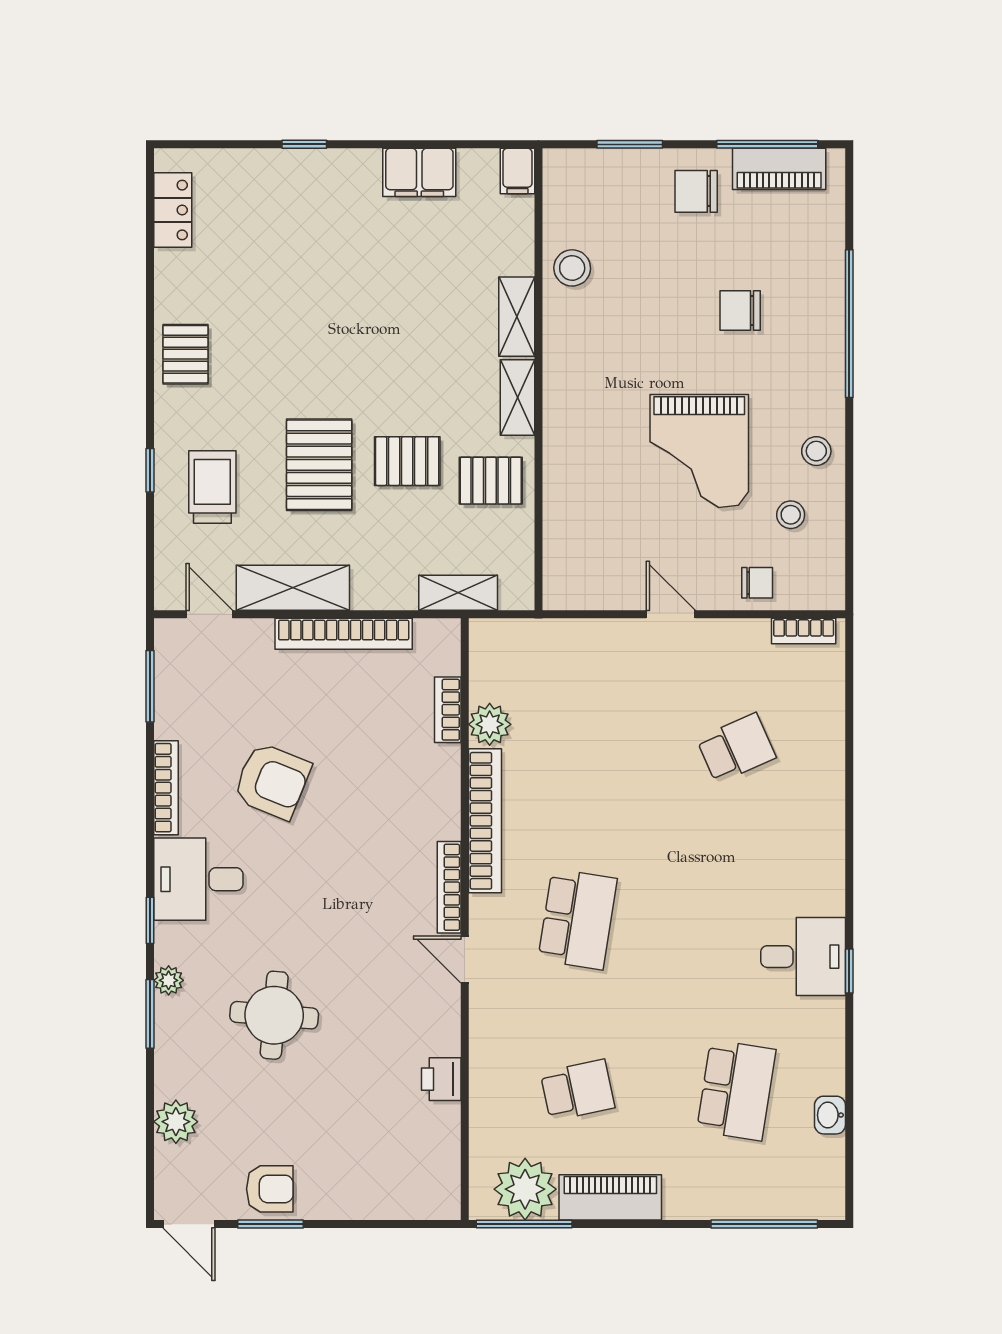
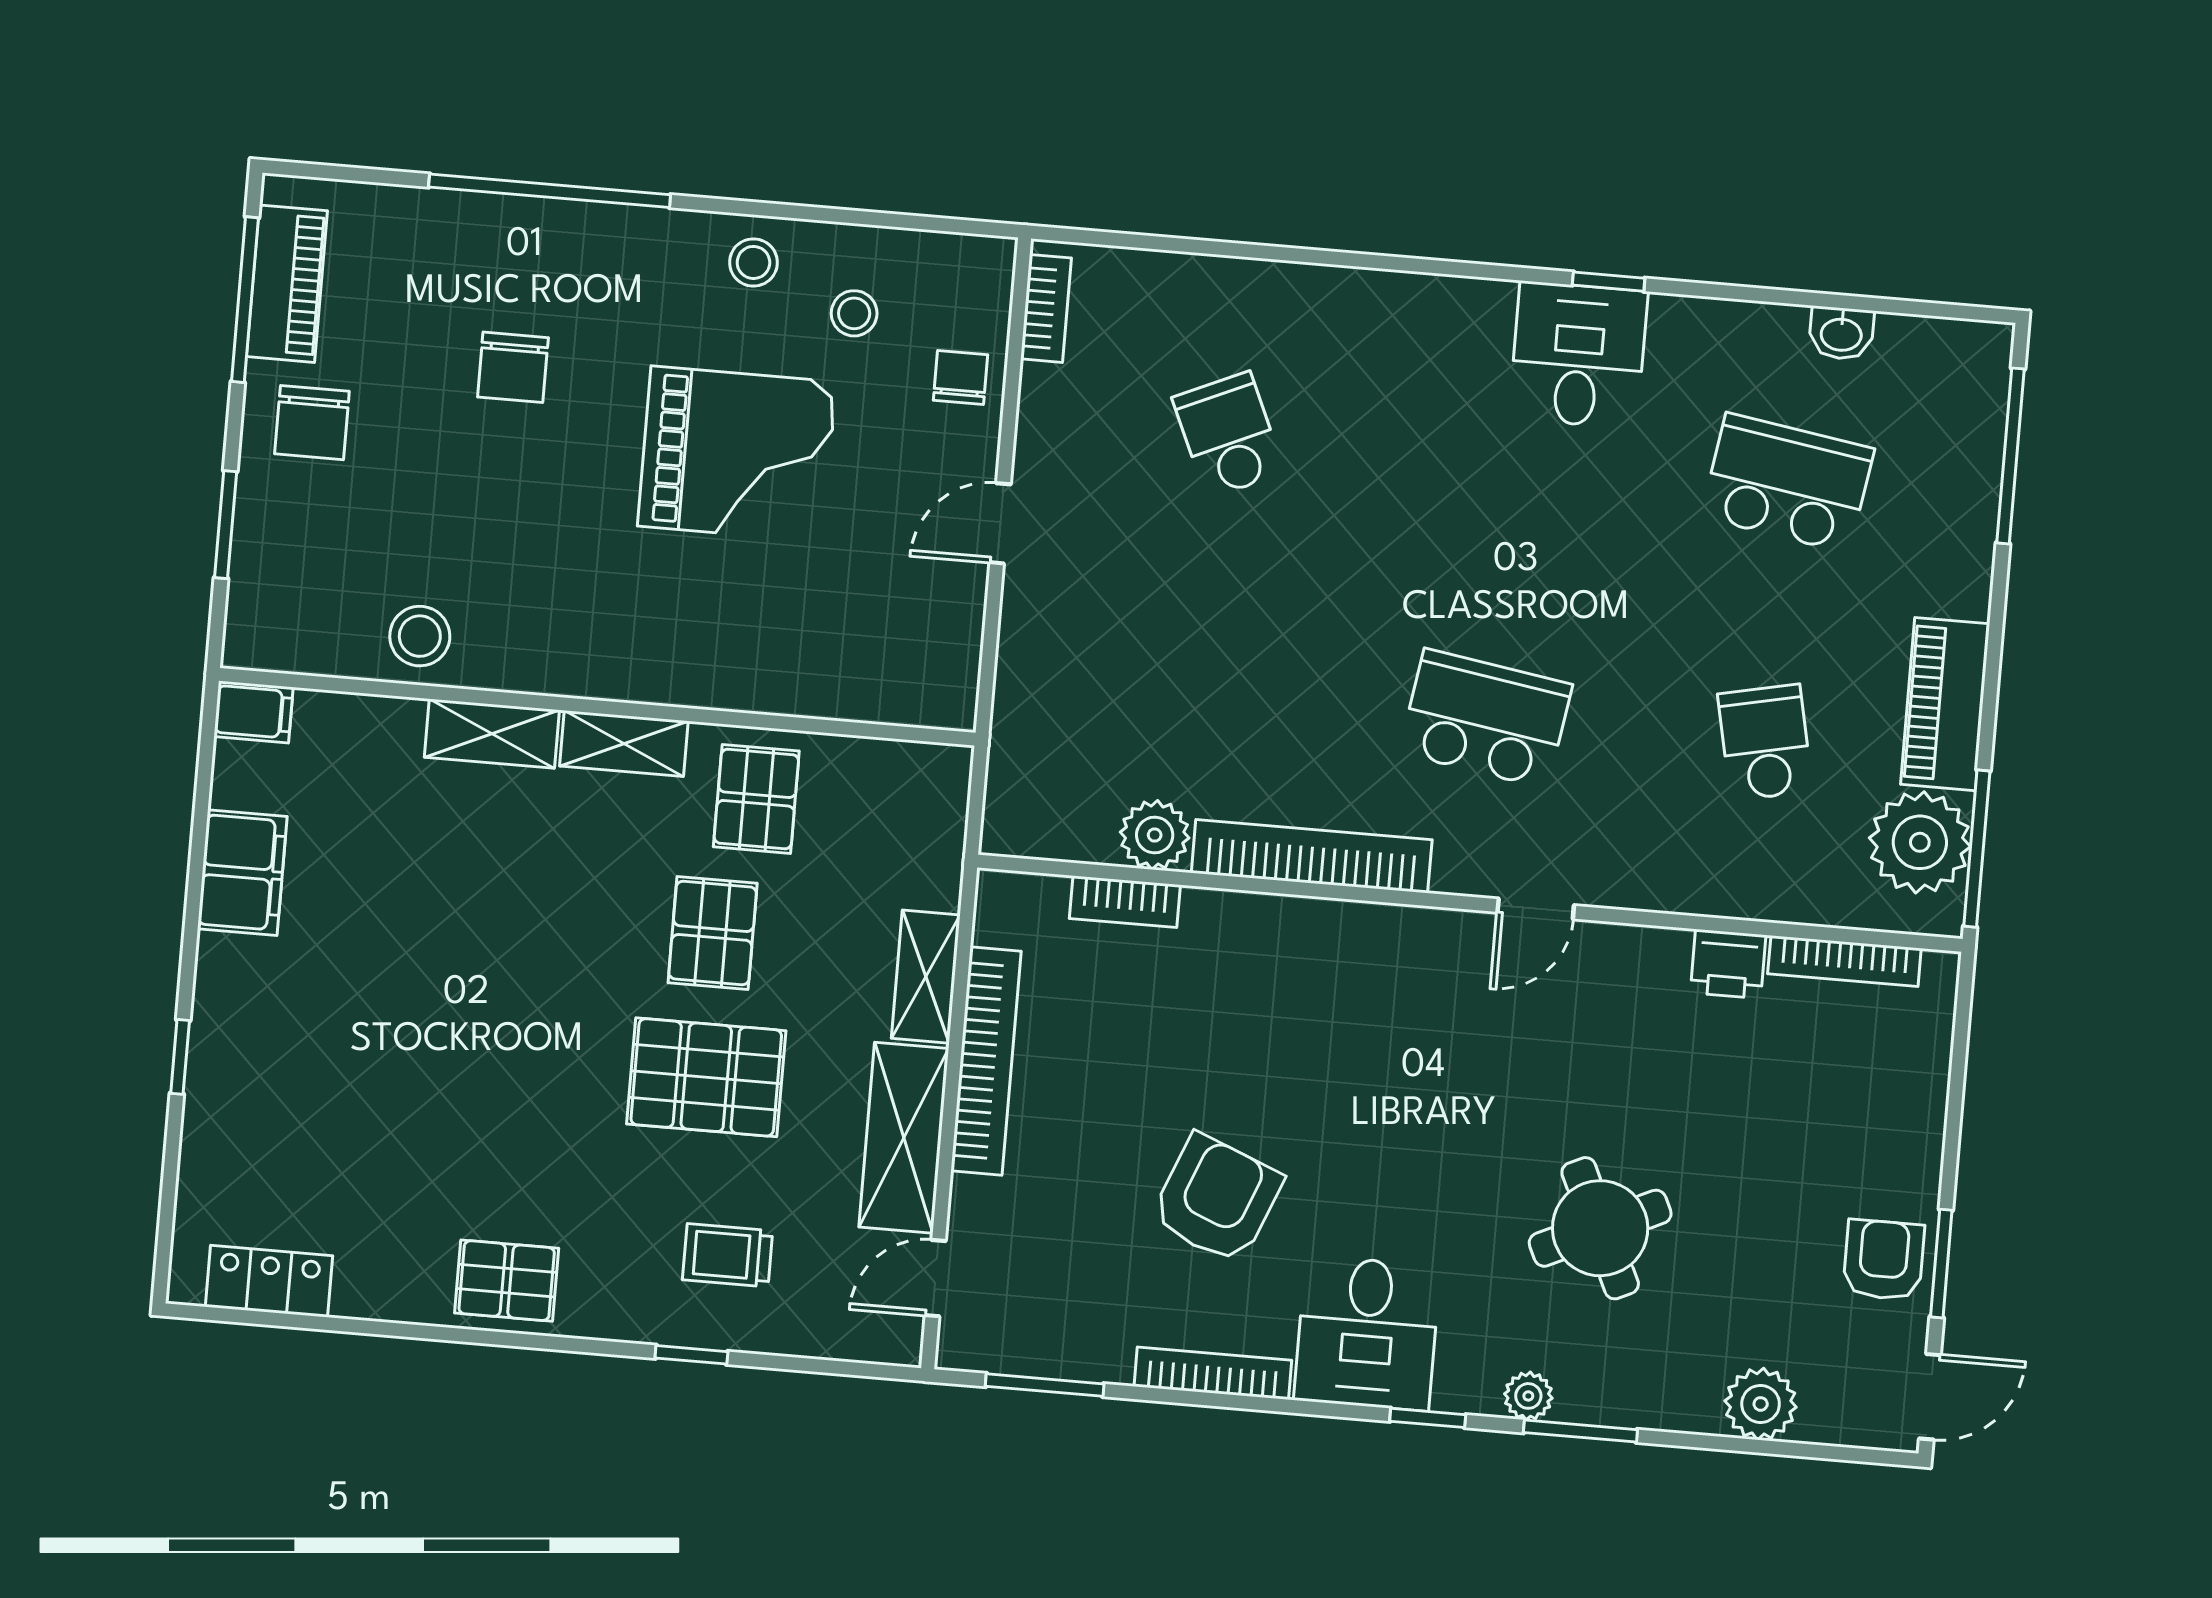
trolley: (212, 487) -> (728, 1255), width x0.73, depth x0.72
shelving: (458, 593) -> (926, 977), moved
bookcase: (449, 887) -> (1844, 961), moved
round table: (274, 1015) -> (1600, 1228), turned -30

